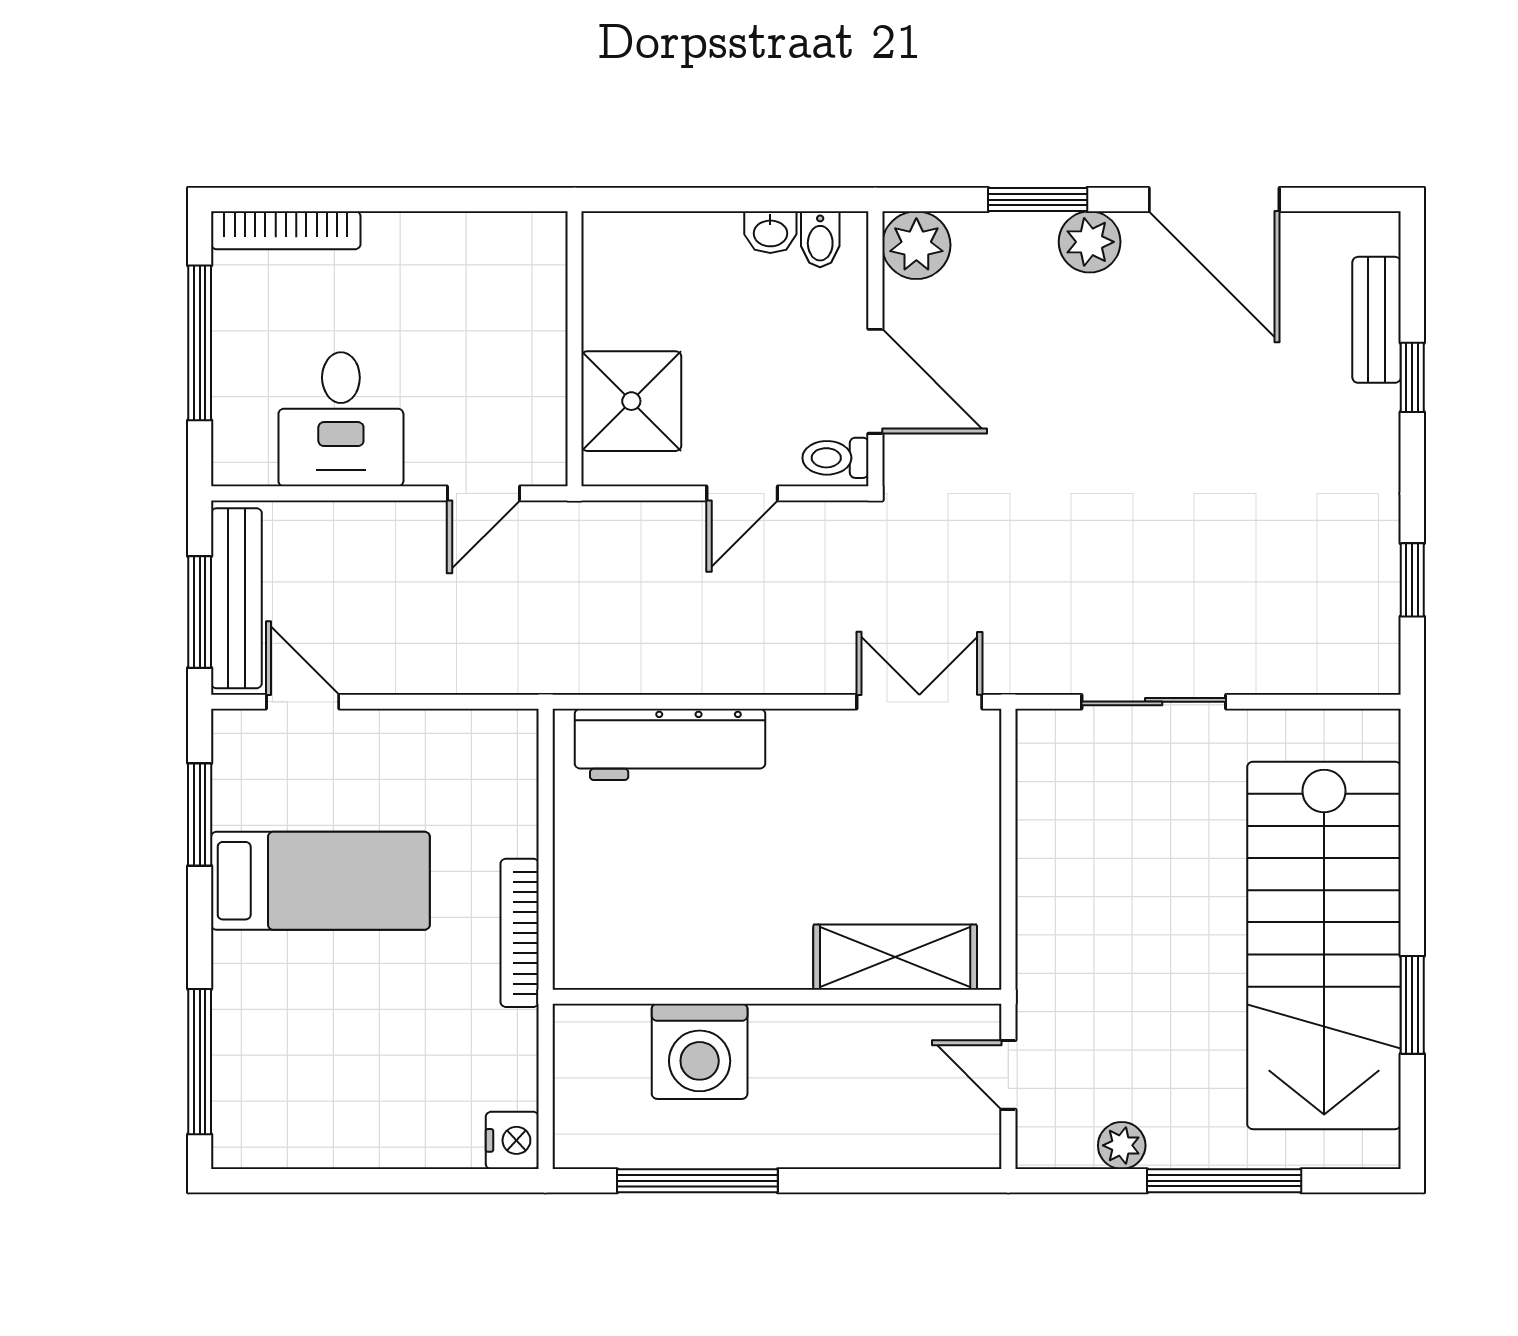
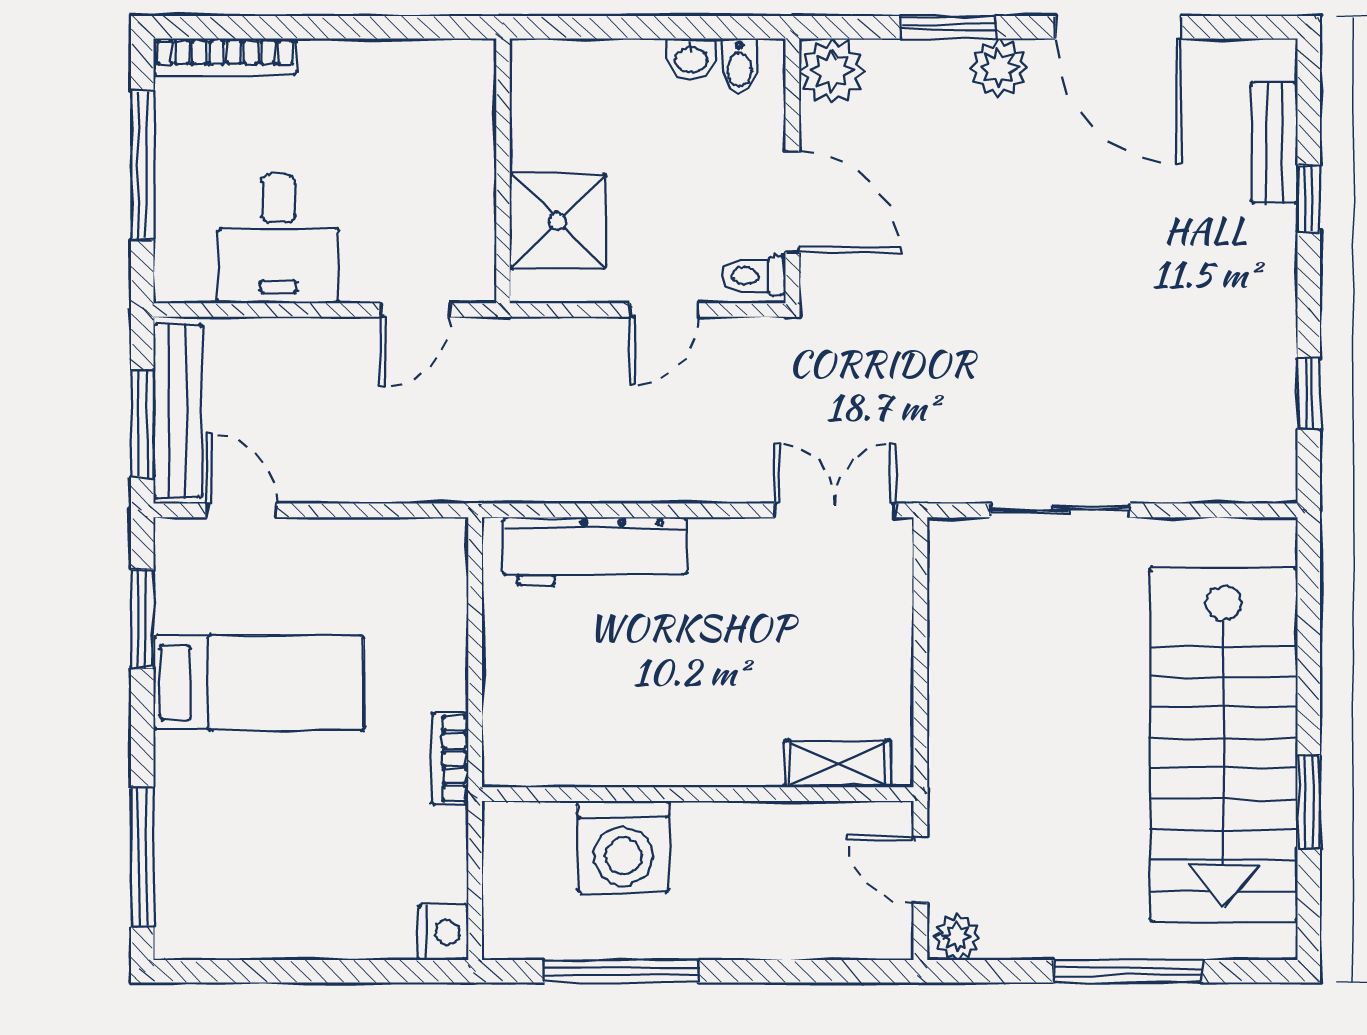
bookcase: (520, 933) -> (450, 758), width x0.64
shelving: (895, 957) -> (838, 764), width x0.67, depth x0.75
plant: (1122, 1145) -> (957, 937), moved

